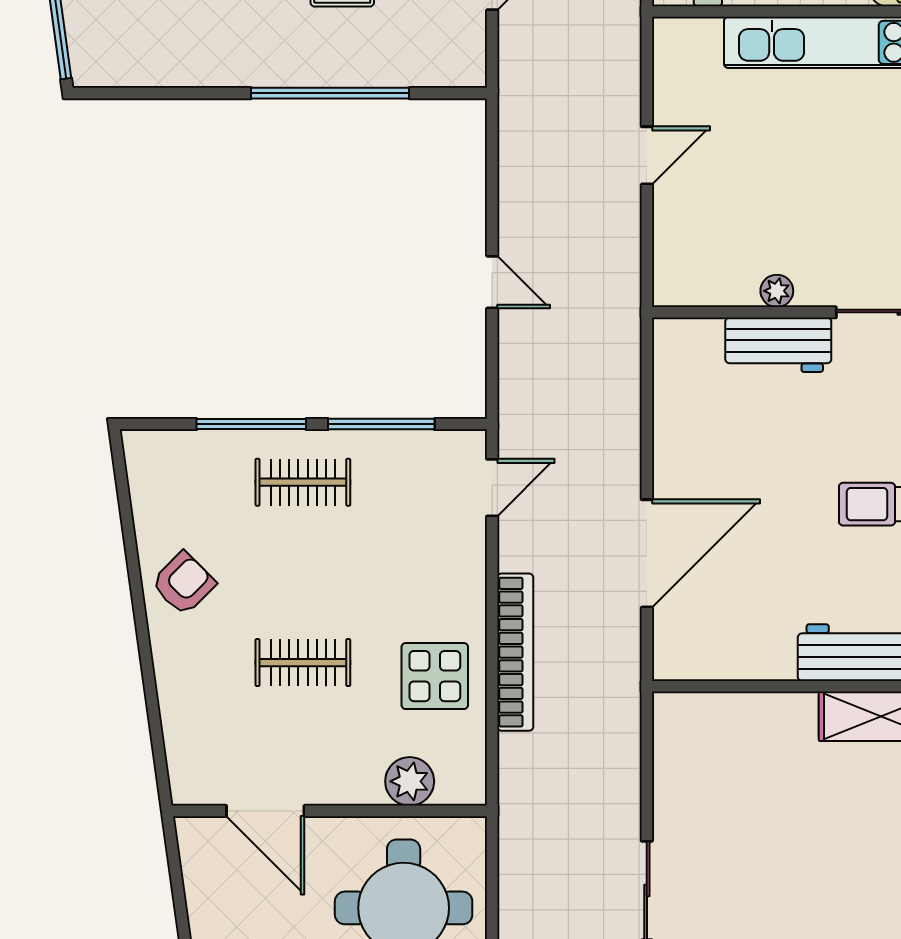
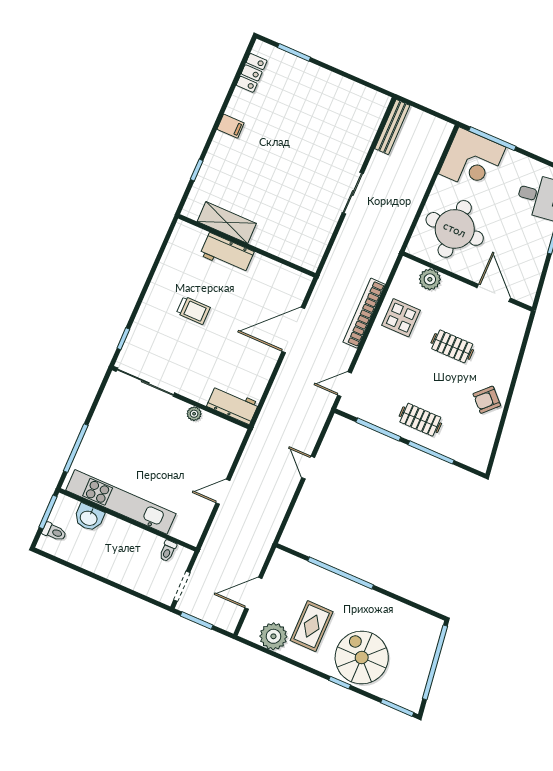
workbench: (778, 345) -> (233, 405), moved

